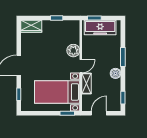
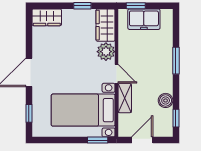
freezer: (100, 28) -> (144, 19), width x0.71
wardrobe: (73, 32) -> (106, 25), added
door: (81, 66) -> (117, 74), hinge flipped
boiler: (115, 73) -> (166, 100), moved

